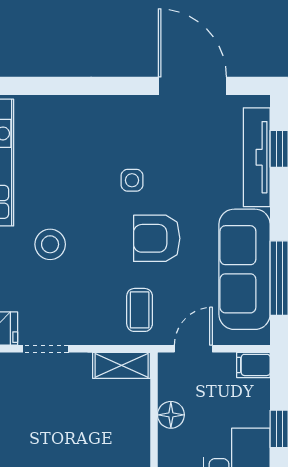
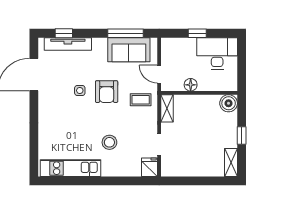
side table: (132, 180) -> (80, 91), moved
sofa: (245, 269) -> (129, 50), width x0.73
filing cabinet: (253, 365) -> (167, 46), removed

